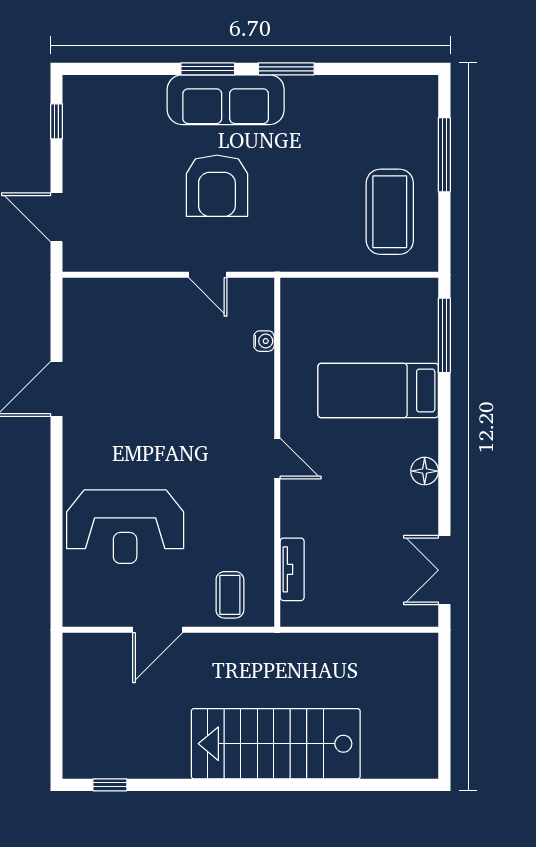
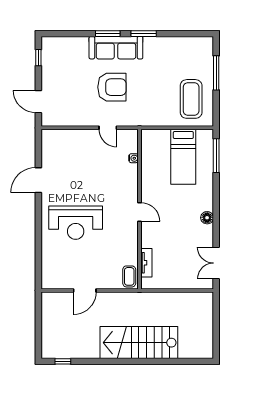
armchair: (217, 186) -> (112, 87), turned -90
bed: (378, 390) -> (183, 157), moved, turned -90
reception desk: (125, 527) -> (76, 223), moved
coffee table: (230, 595) -> (129, 276), moved

